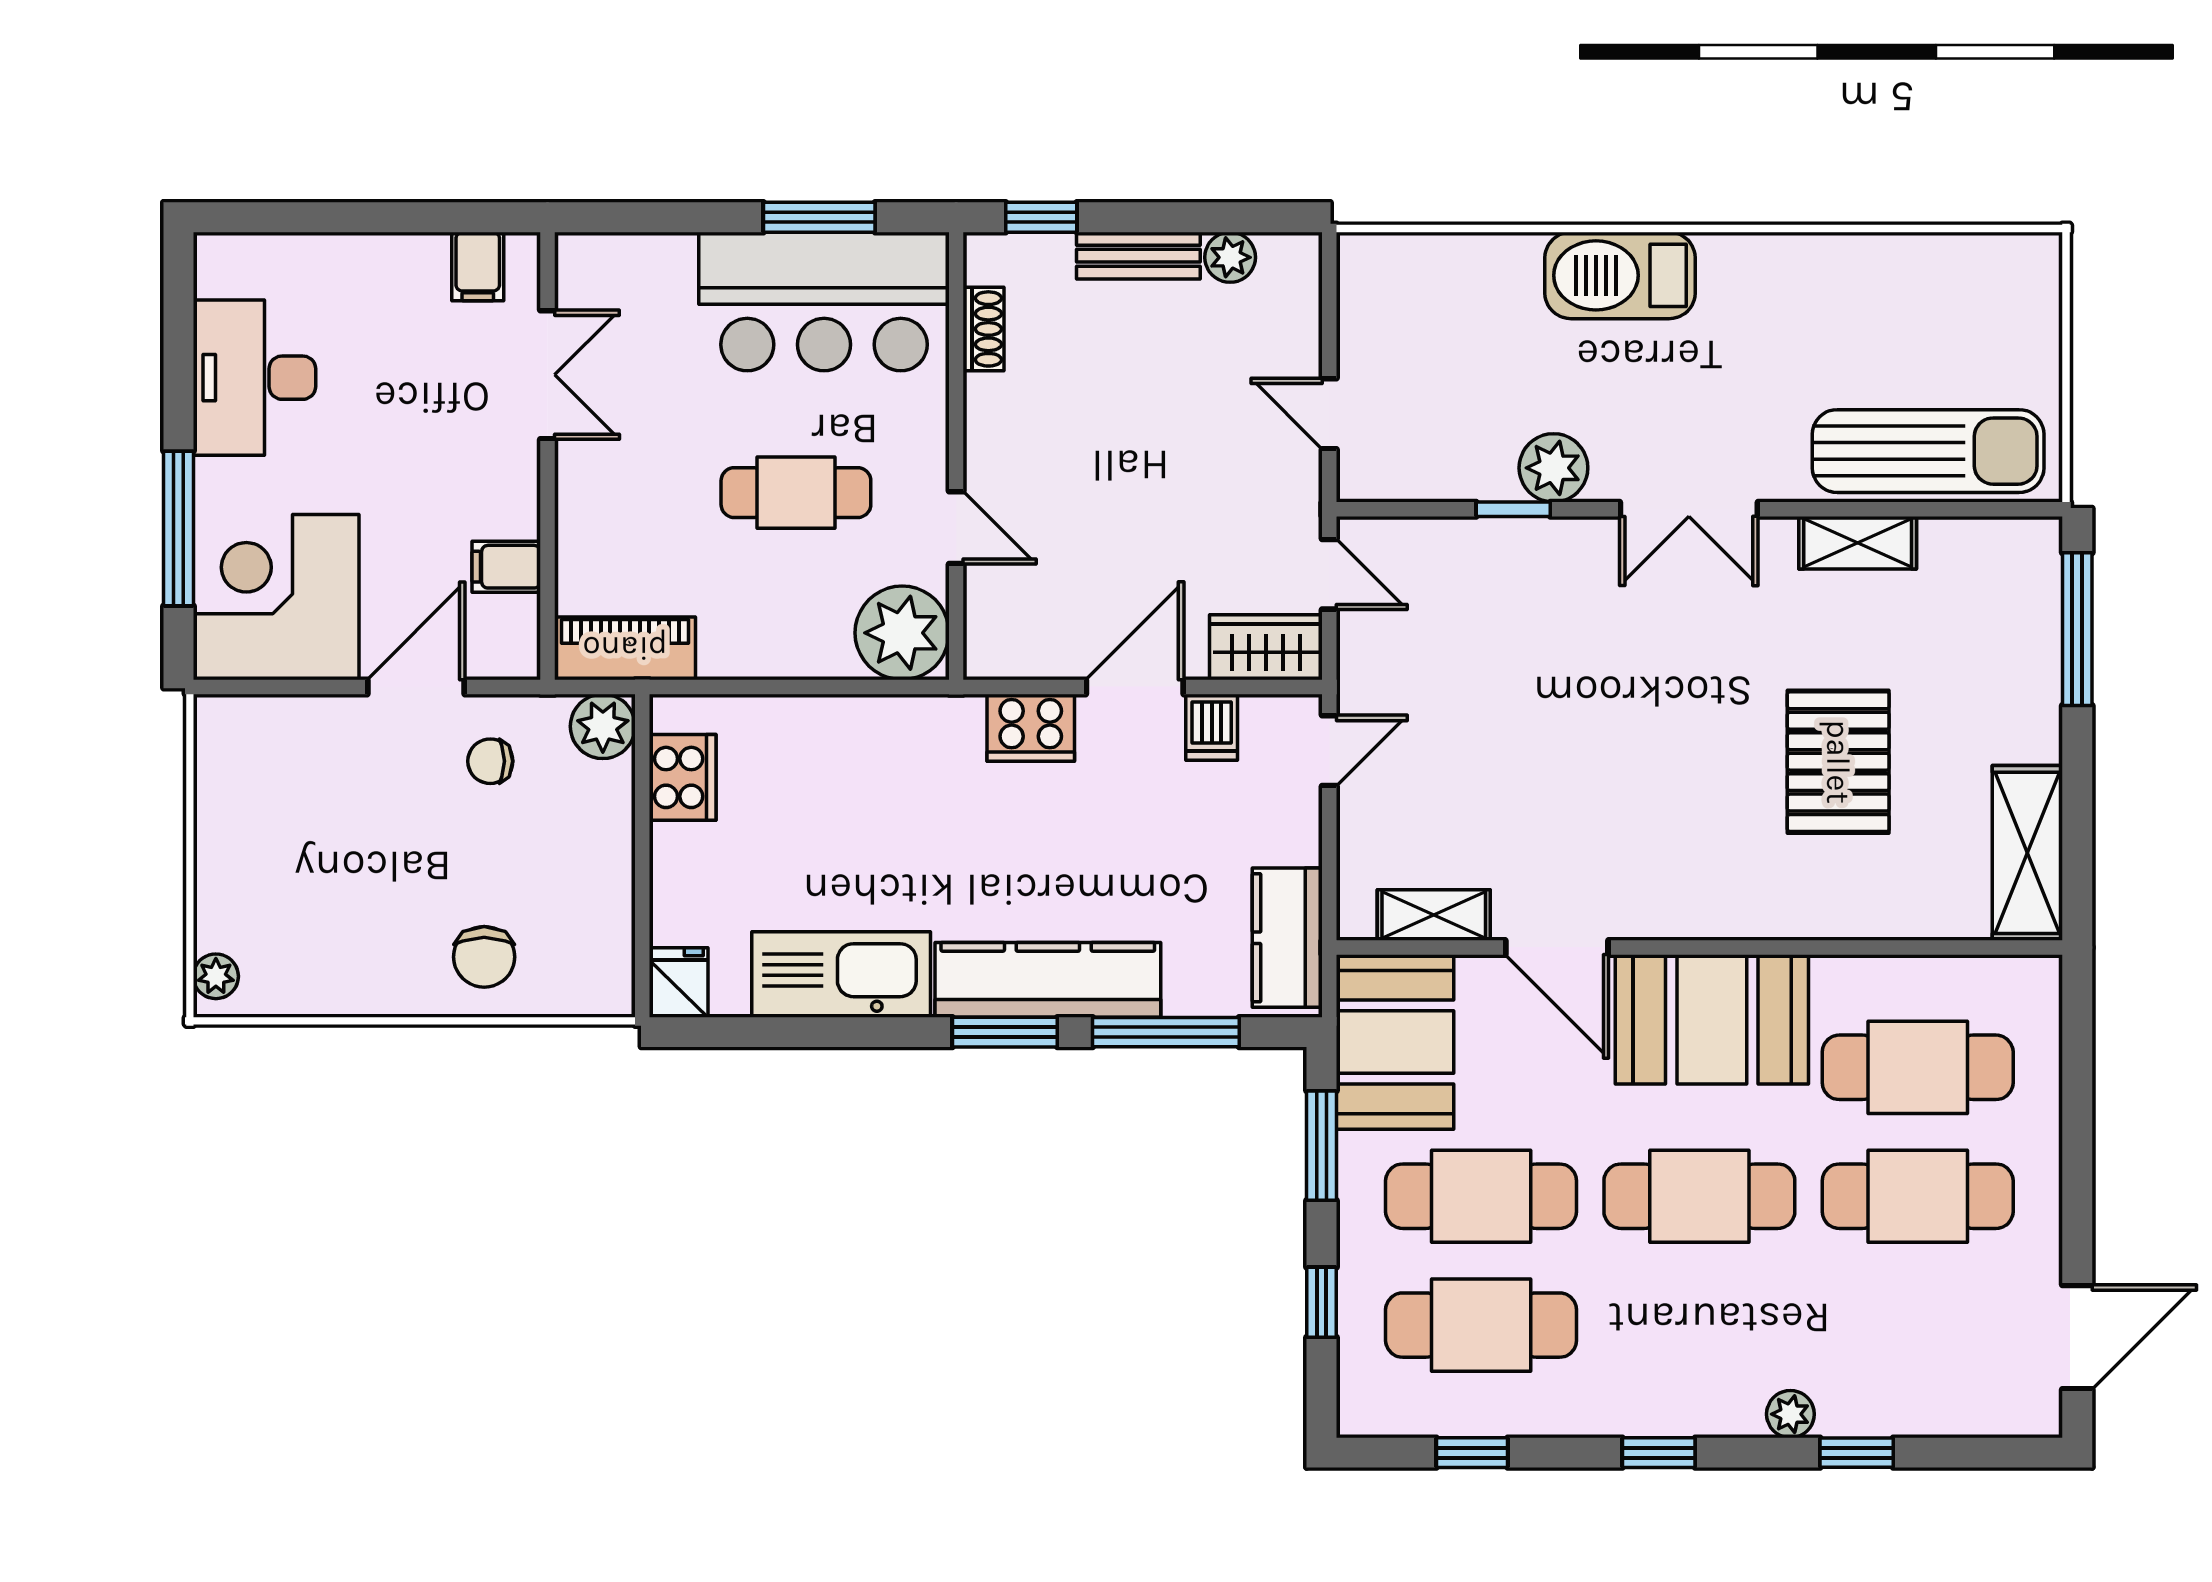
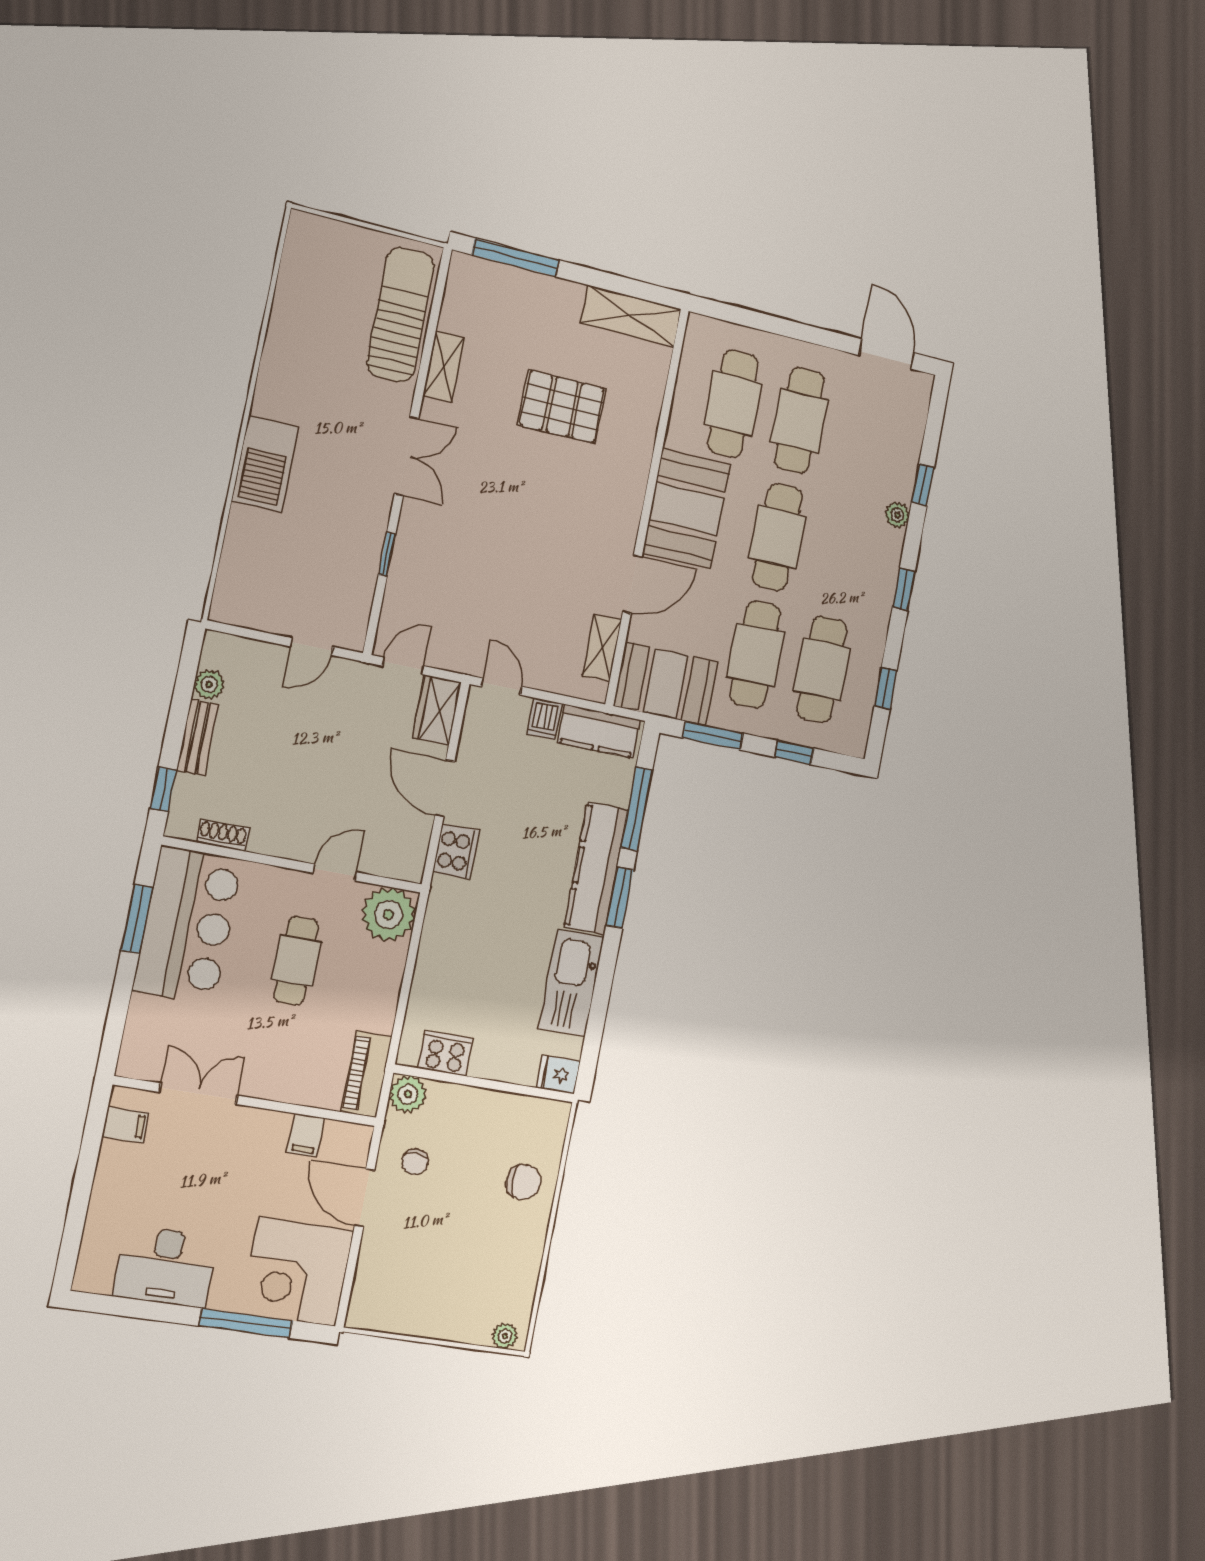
plant: (1553, 468) -> (368, 526), removed
dishwasher: (1212, 727) -> (545, 719), moved, turned 90

